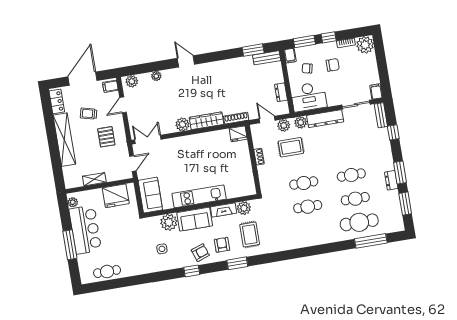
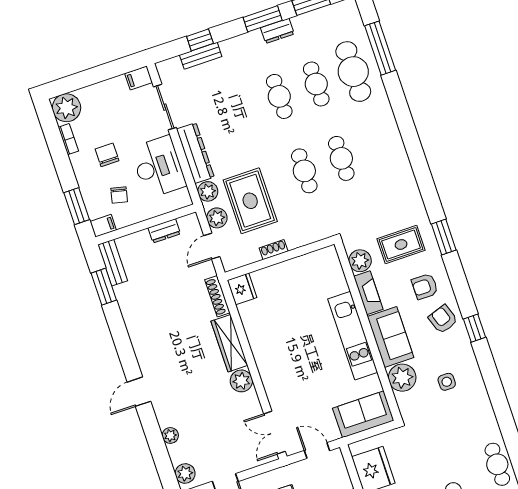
window: (329, 37) -> (64, 168), removed
desk: (309, 97) -> (158, 167), moved
bench: (381, 115) -> (201, 56), moved
rug: (291, 147) -> (250, 201), width x1.36, depth x1.43
window: (237, 263) -> (444, 237), moved

